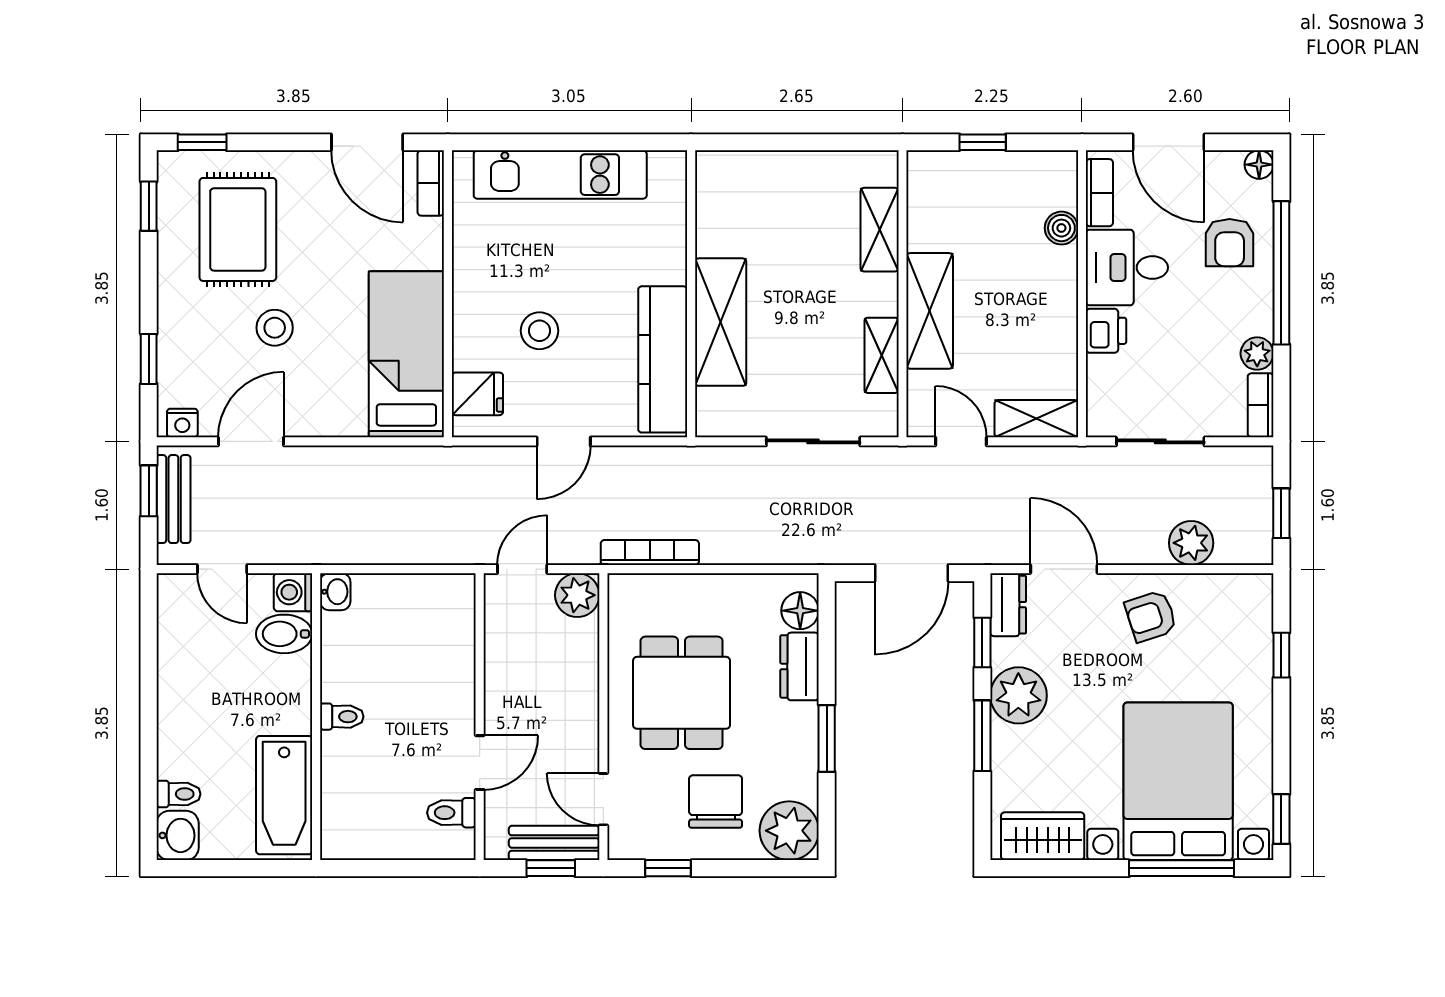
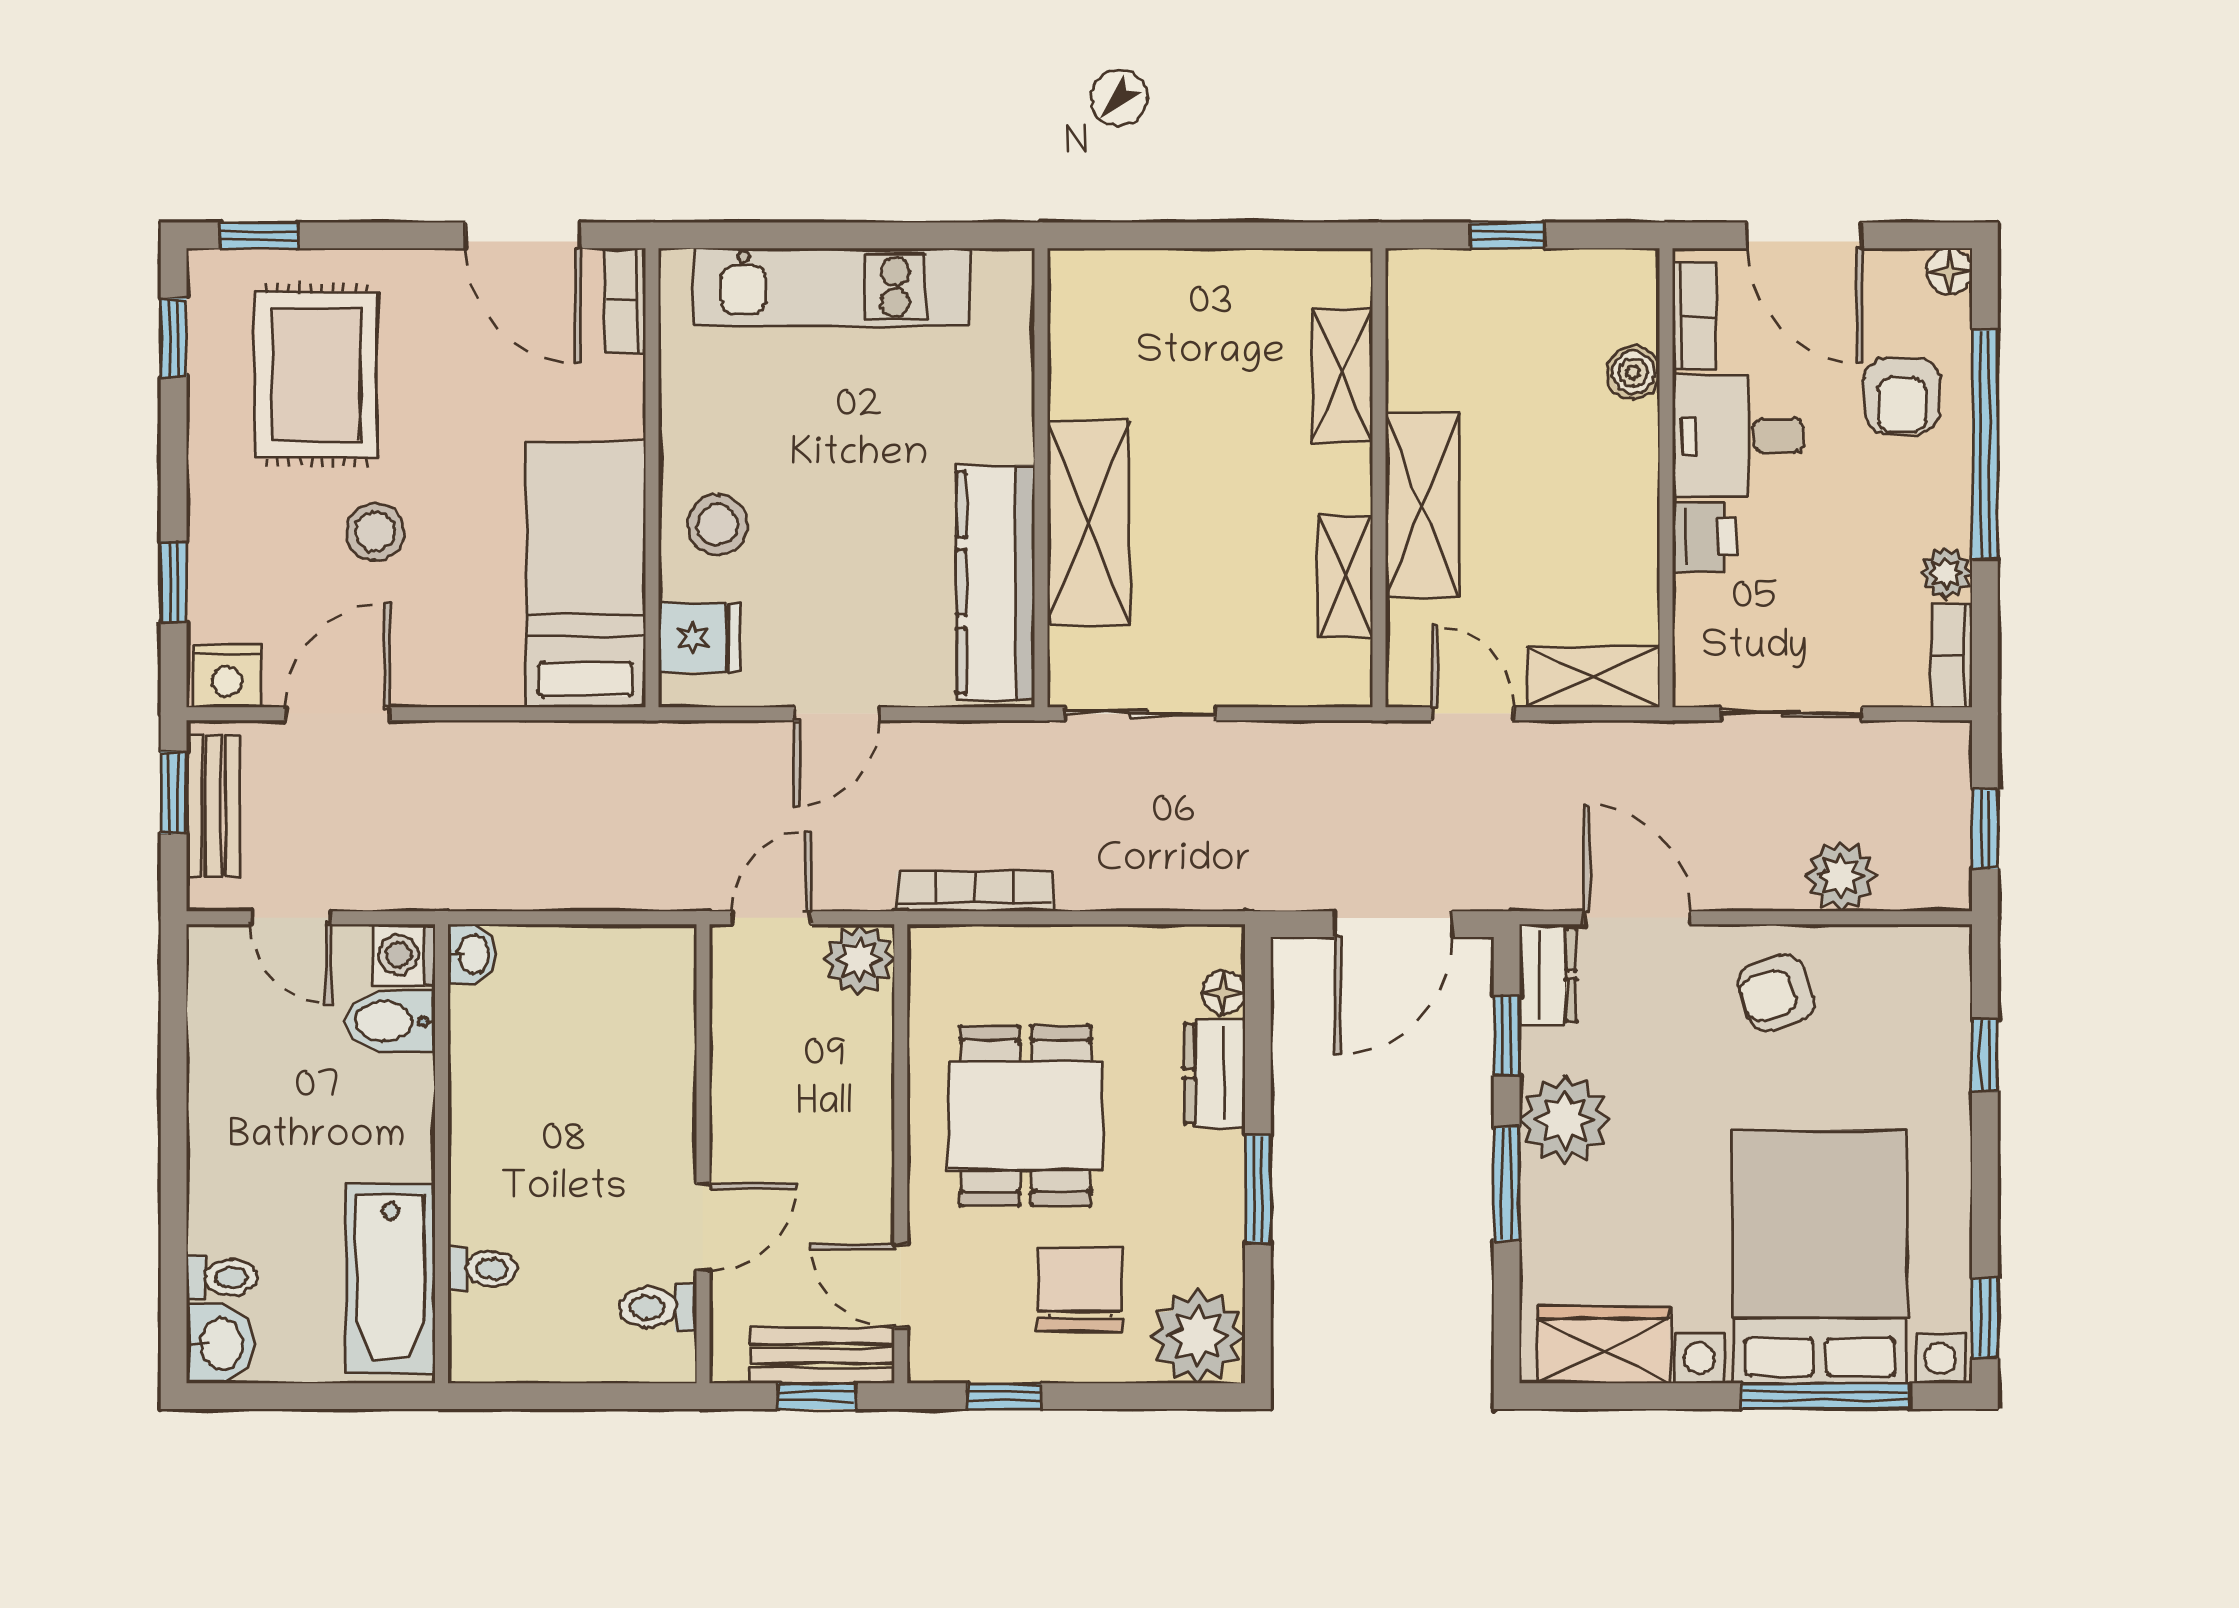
stool: (539, 331) -> (718, 525), moved
nightstand: (182, 423) -> (227, 676), width x1.39, depth x1.35
sliding door: (813, 441) -> (1140, 714), moved
floor lamp: (800, 611) -> (1223, 992), width x0.73, depth x0.73
toilet: (342, 717) -> (482, 1269), moved

